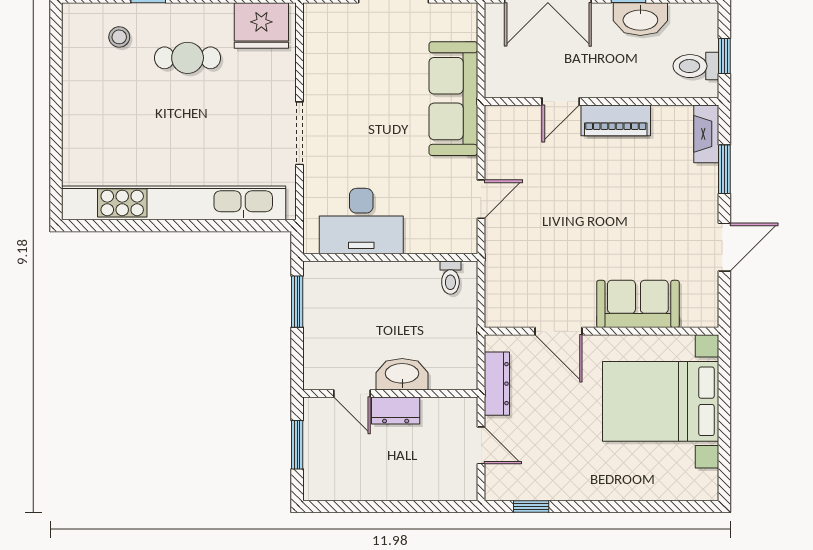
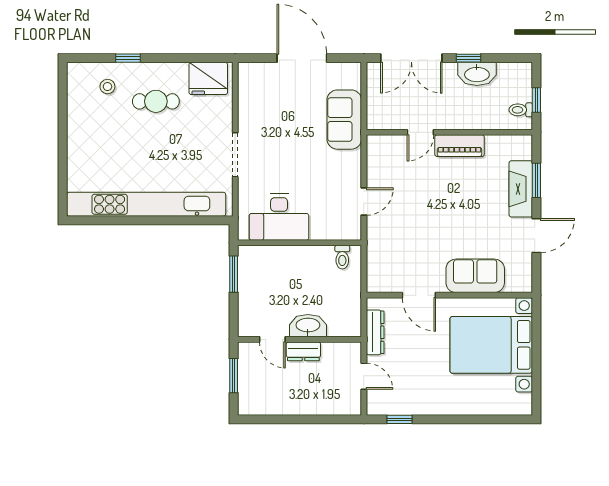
toilet: (696, 66) -> (521, 110), width x0.73, depth x0.72
sofa: (453, 99) -> (344, 120), width x0.73
fireplace: (706, 134) -> (521, 189), moved, width x1.37, depth x1.32

